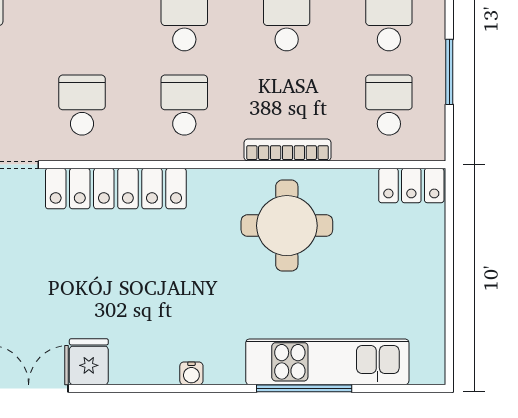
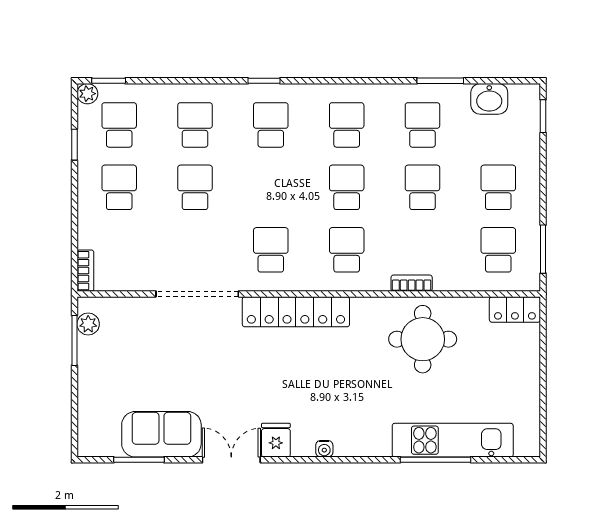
window: (449, 72) -> (543, 249), moved
bookcase: (287, 150) -> (412, 283), width x0.64
water cooler: (191, 373) -> (324, 449), moved

